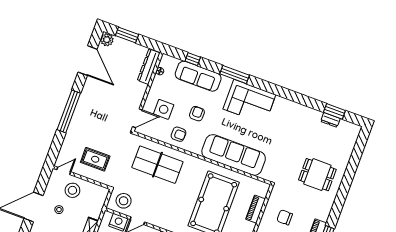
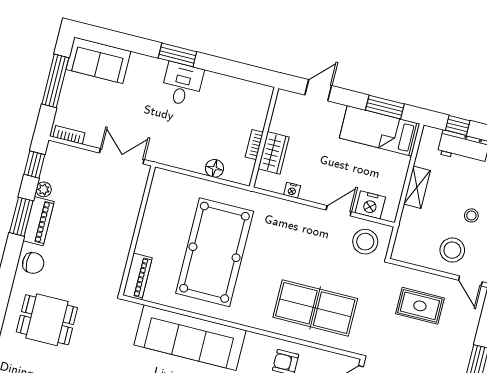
door: (64, 171) -> (470, 281), hinge flipped
piano: (256, 209) -> (137, 276), moved
chair: (285, 217) -> (33, 263), moved

